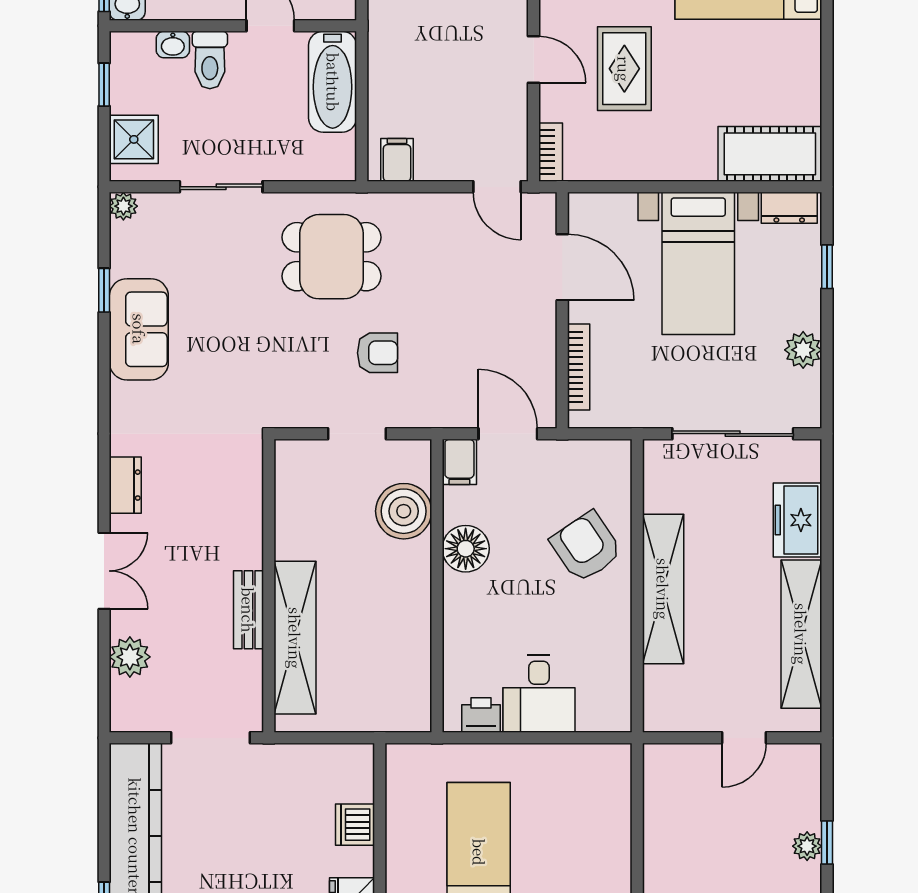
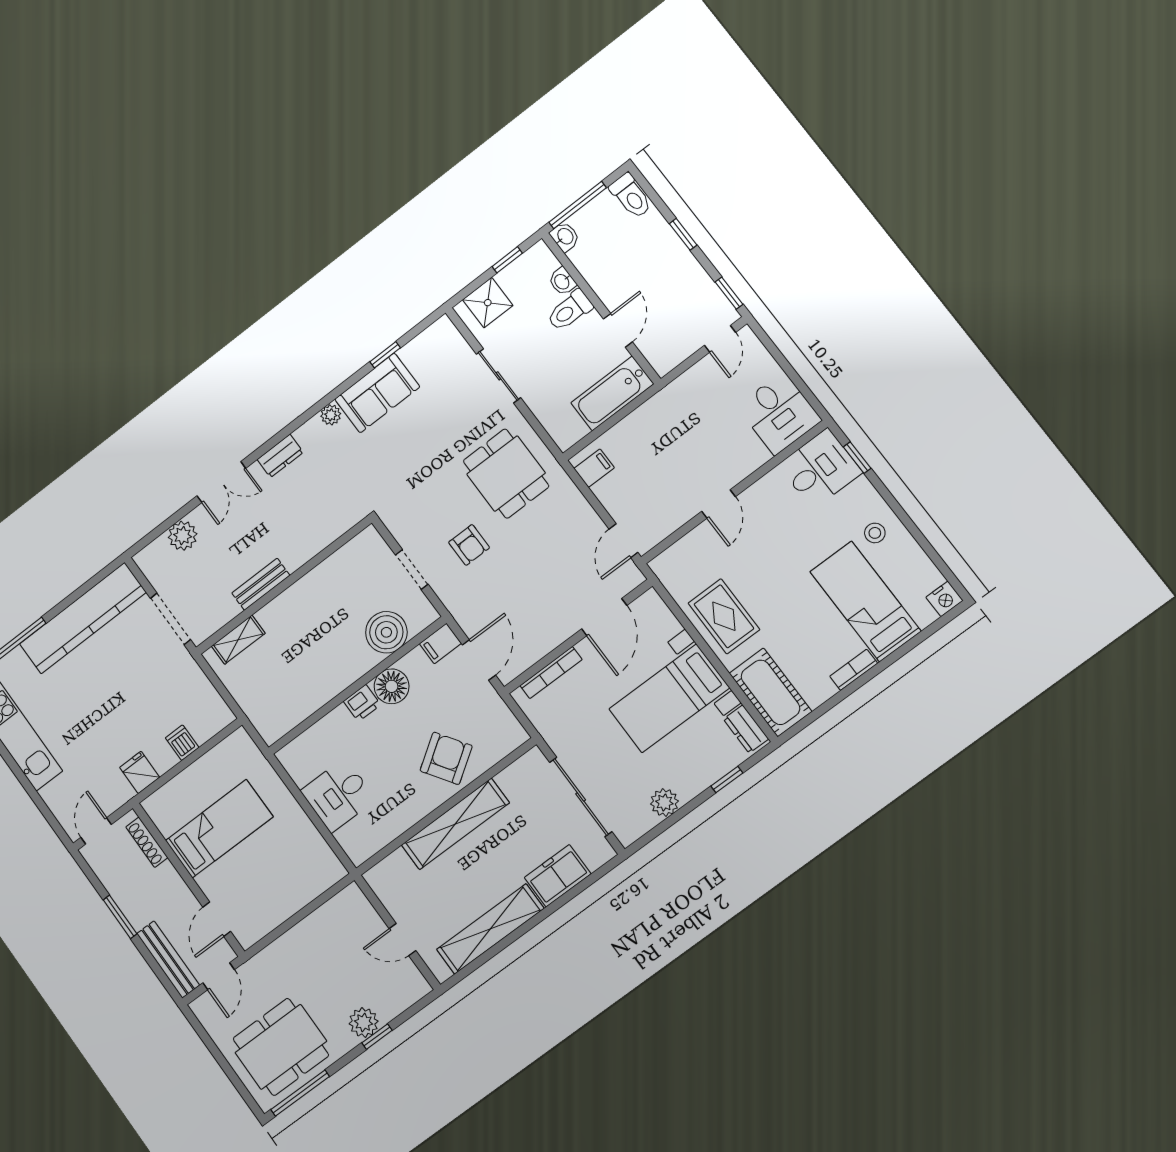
rug: (624, 69) -> (724, 616), moved, turned 90
bookcase: (551, 152) -> (854, 670), moved, turned 180
plant: (123, 206) -> (331, 415), moved
shelving: (295, 638) -> (238, 640), width x0.45, depth x0.75
printer: (481, 715) -> (362, 703), moved, turned 90
dishwasher: (355, 825) -> (182, 743), width x0.73
plant: (807, 846) -> (364, 1022), width x1.38, depth x1.38

